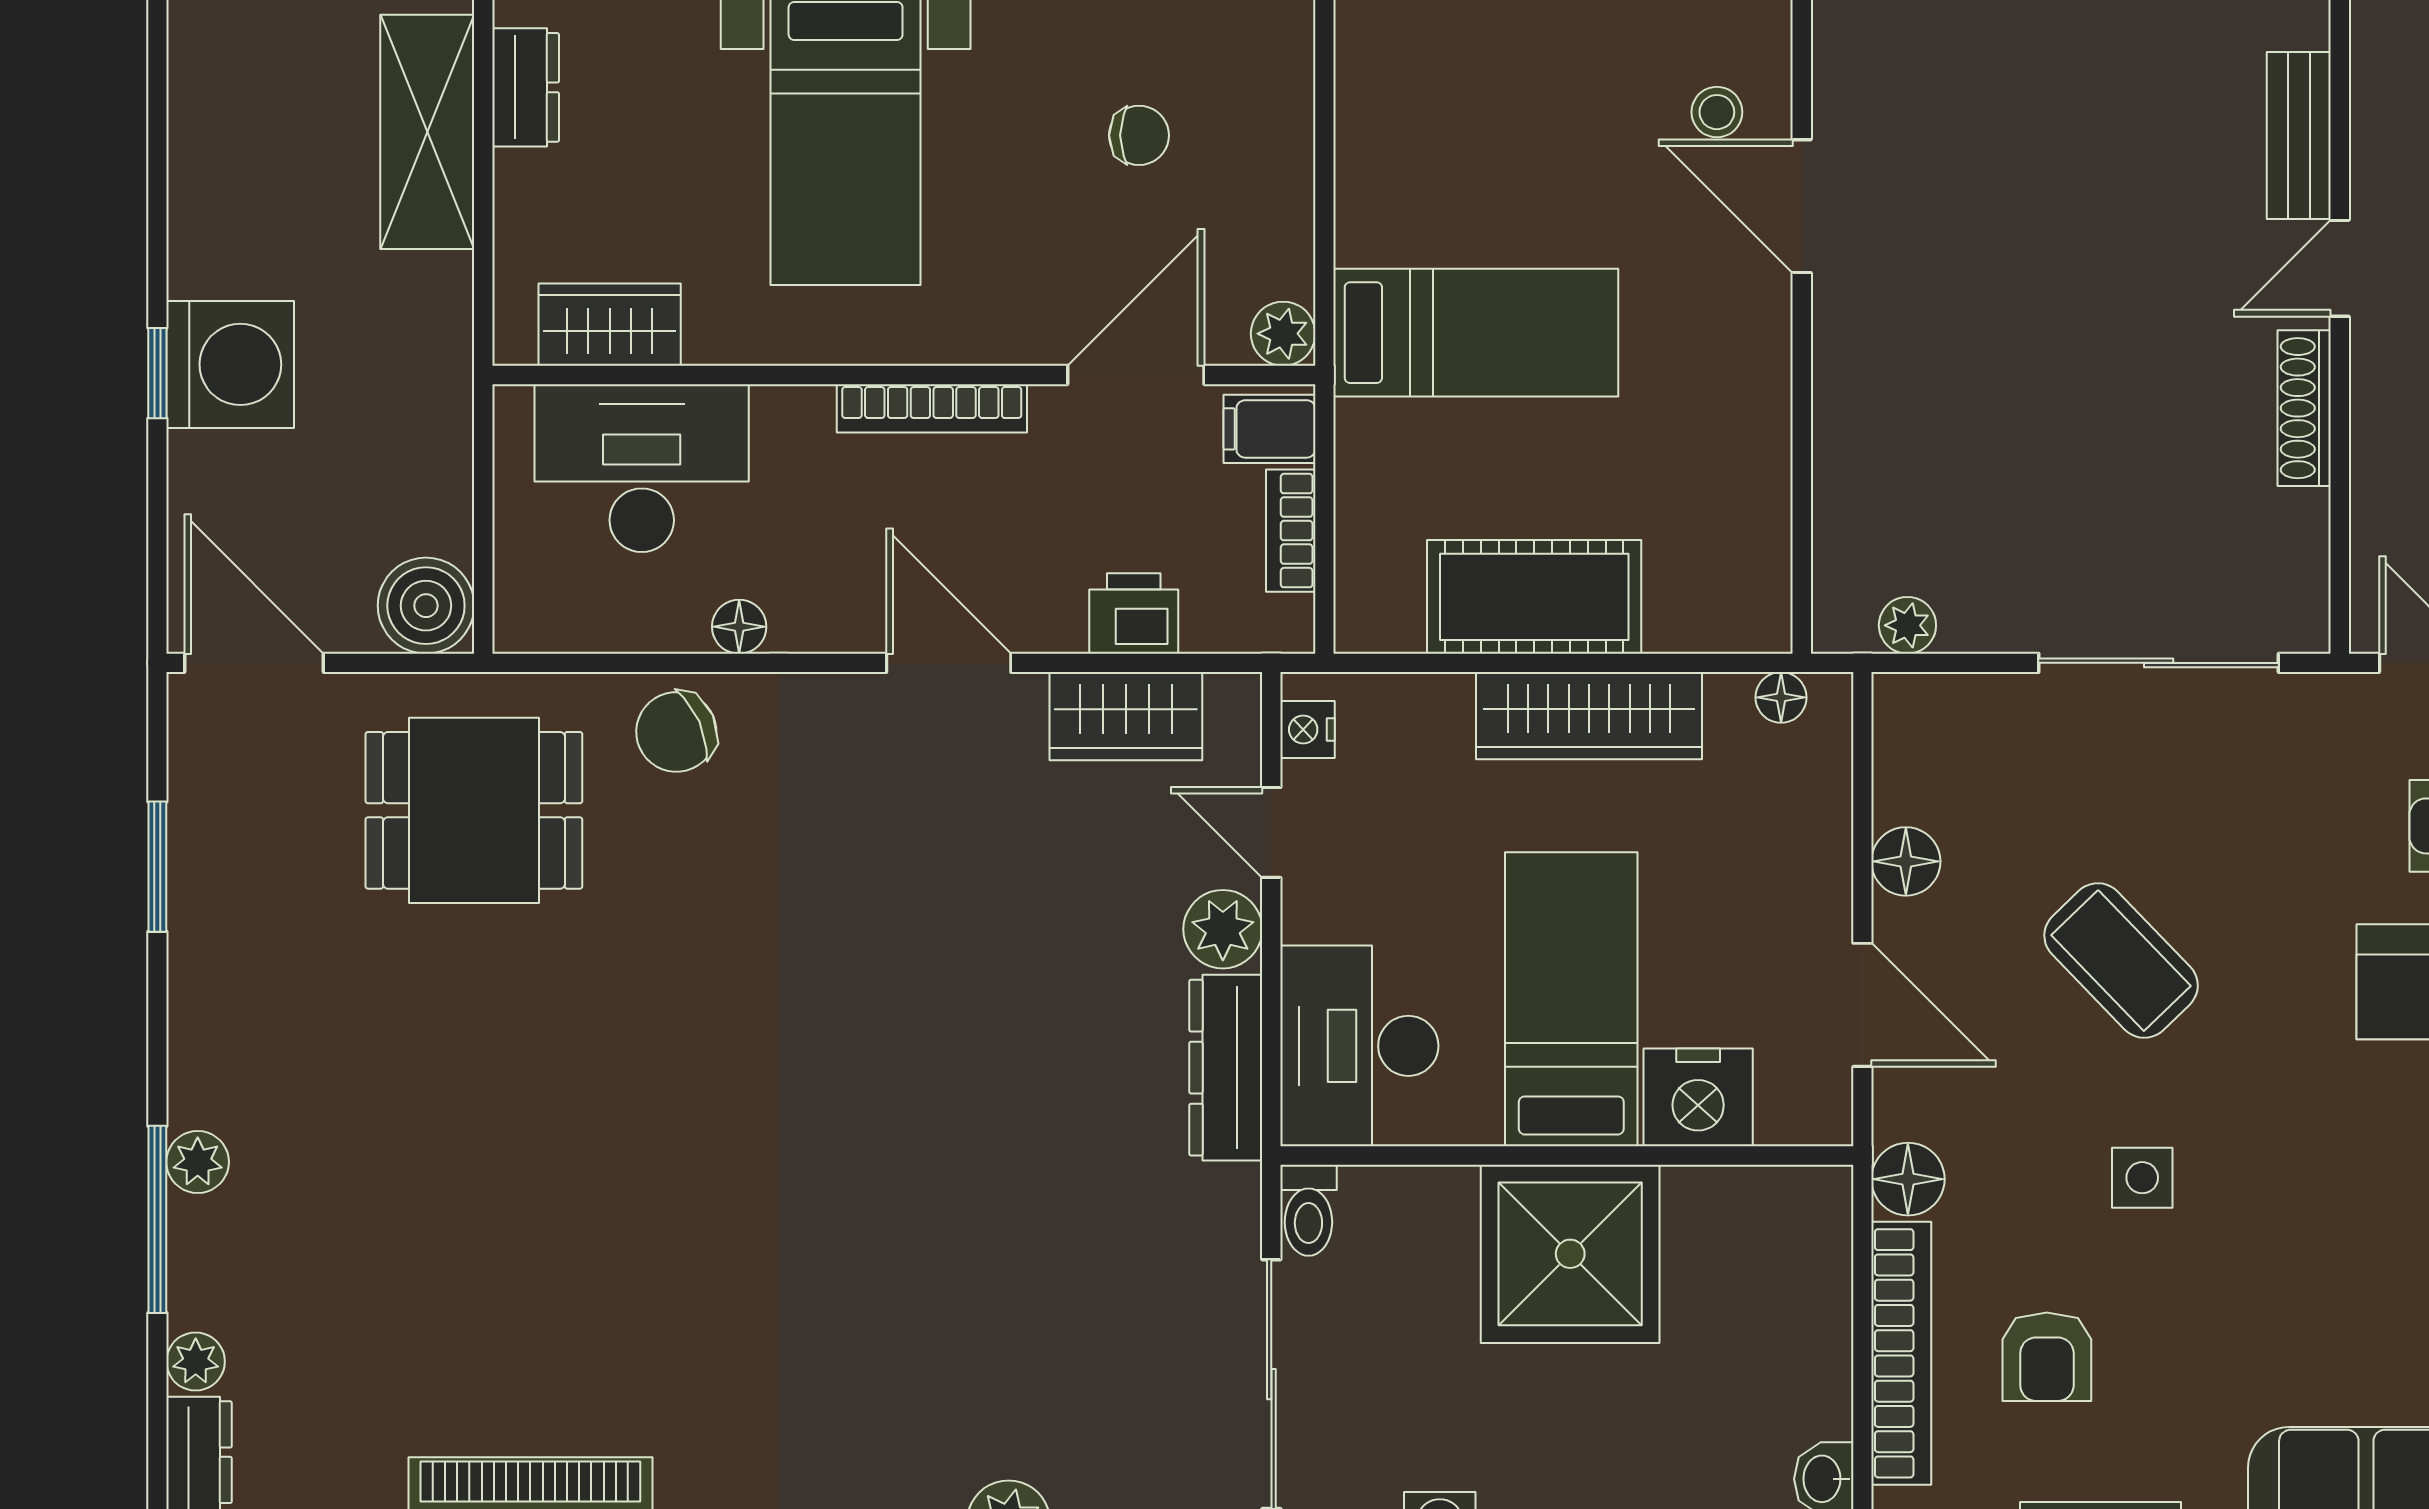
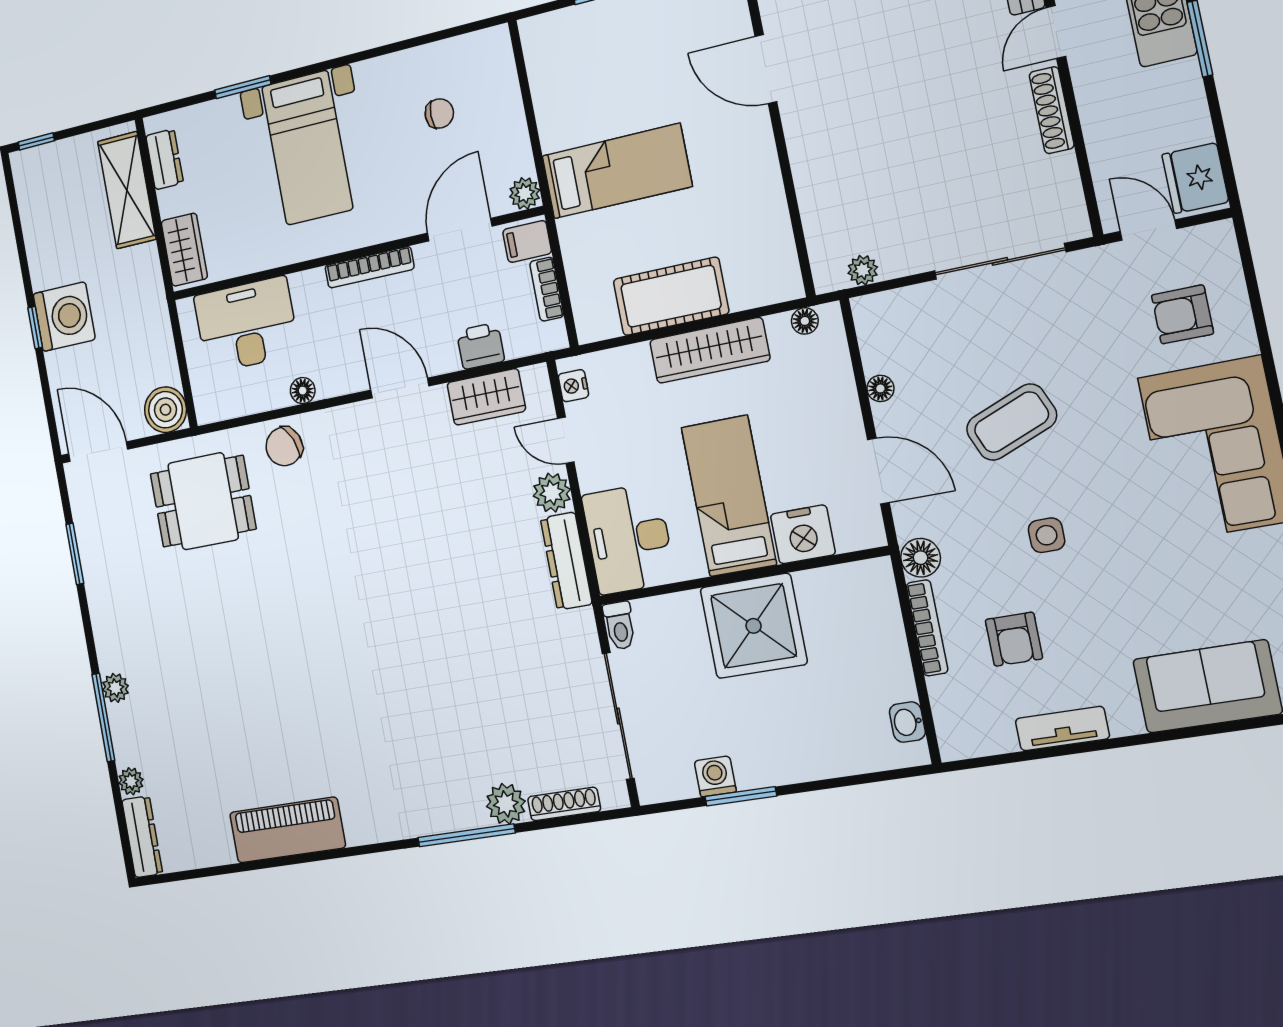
stool: (1717, 112) -> (714, 32), removed
wardrobe: (610, 325) -> (184, 250), moved, turned 90
floor lamp: (1906, 861) -> (880, 388), width x0.73, depth x0.73
coffee table: (2121, 961) -> (1012, 422), turned -68
bookcase: (1901, 1353) -> (927, 628), width x0.68, depth x0.76

